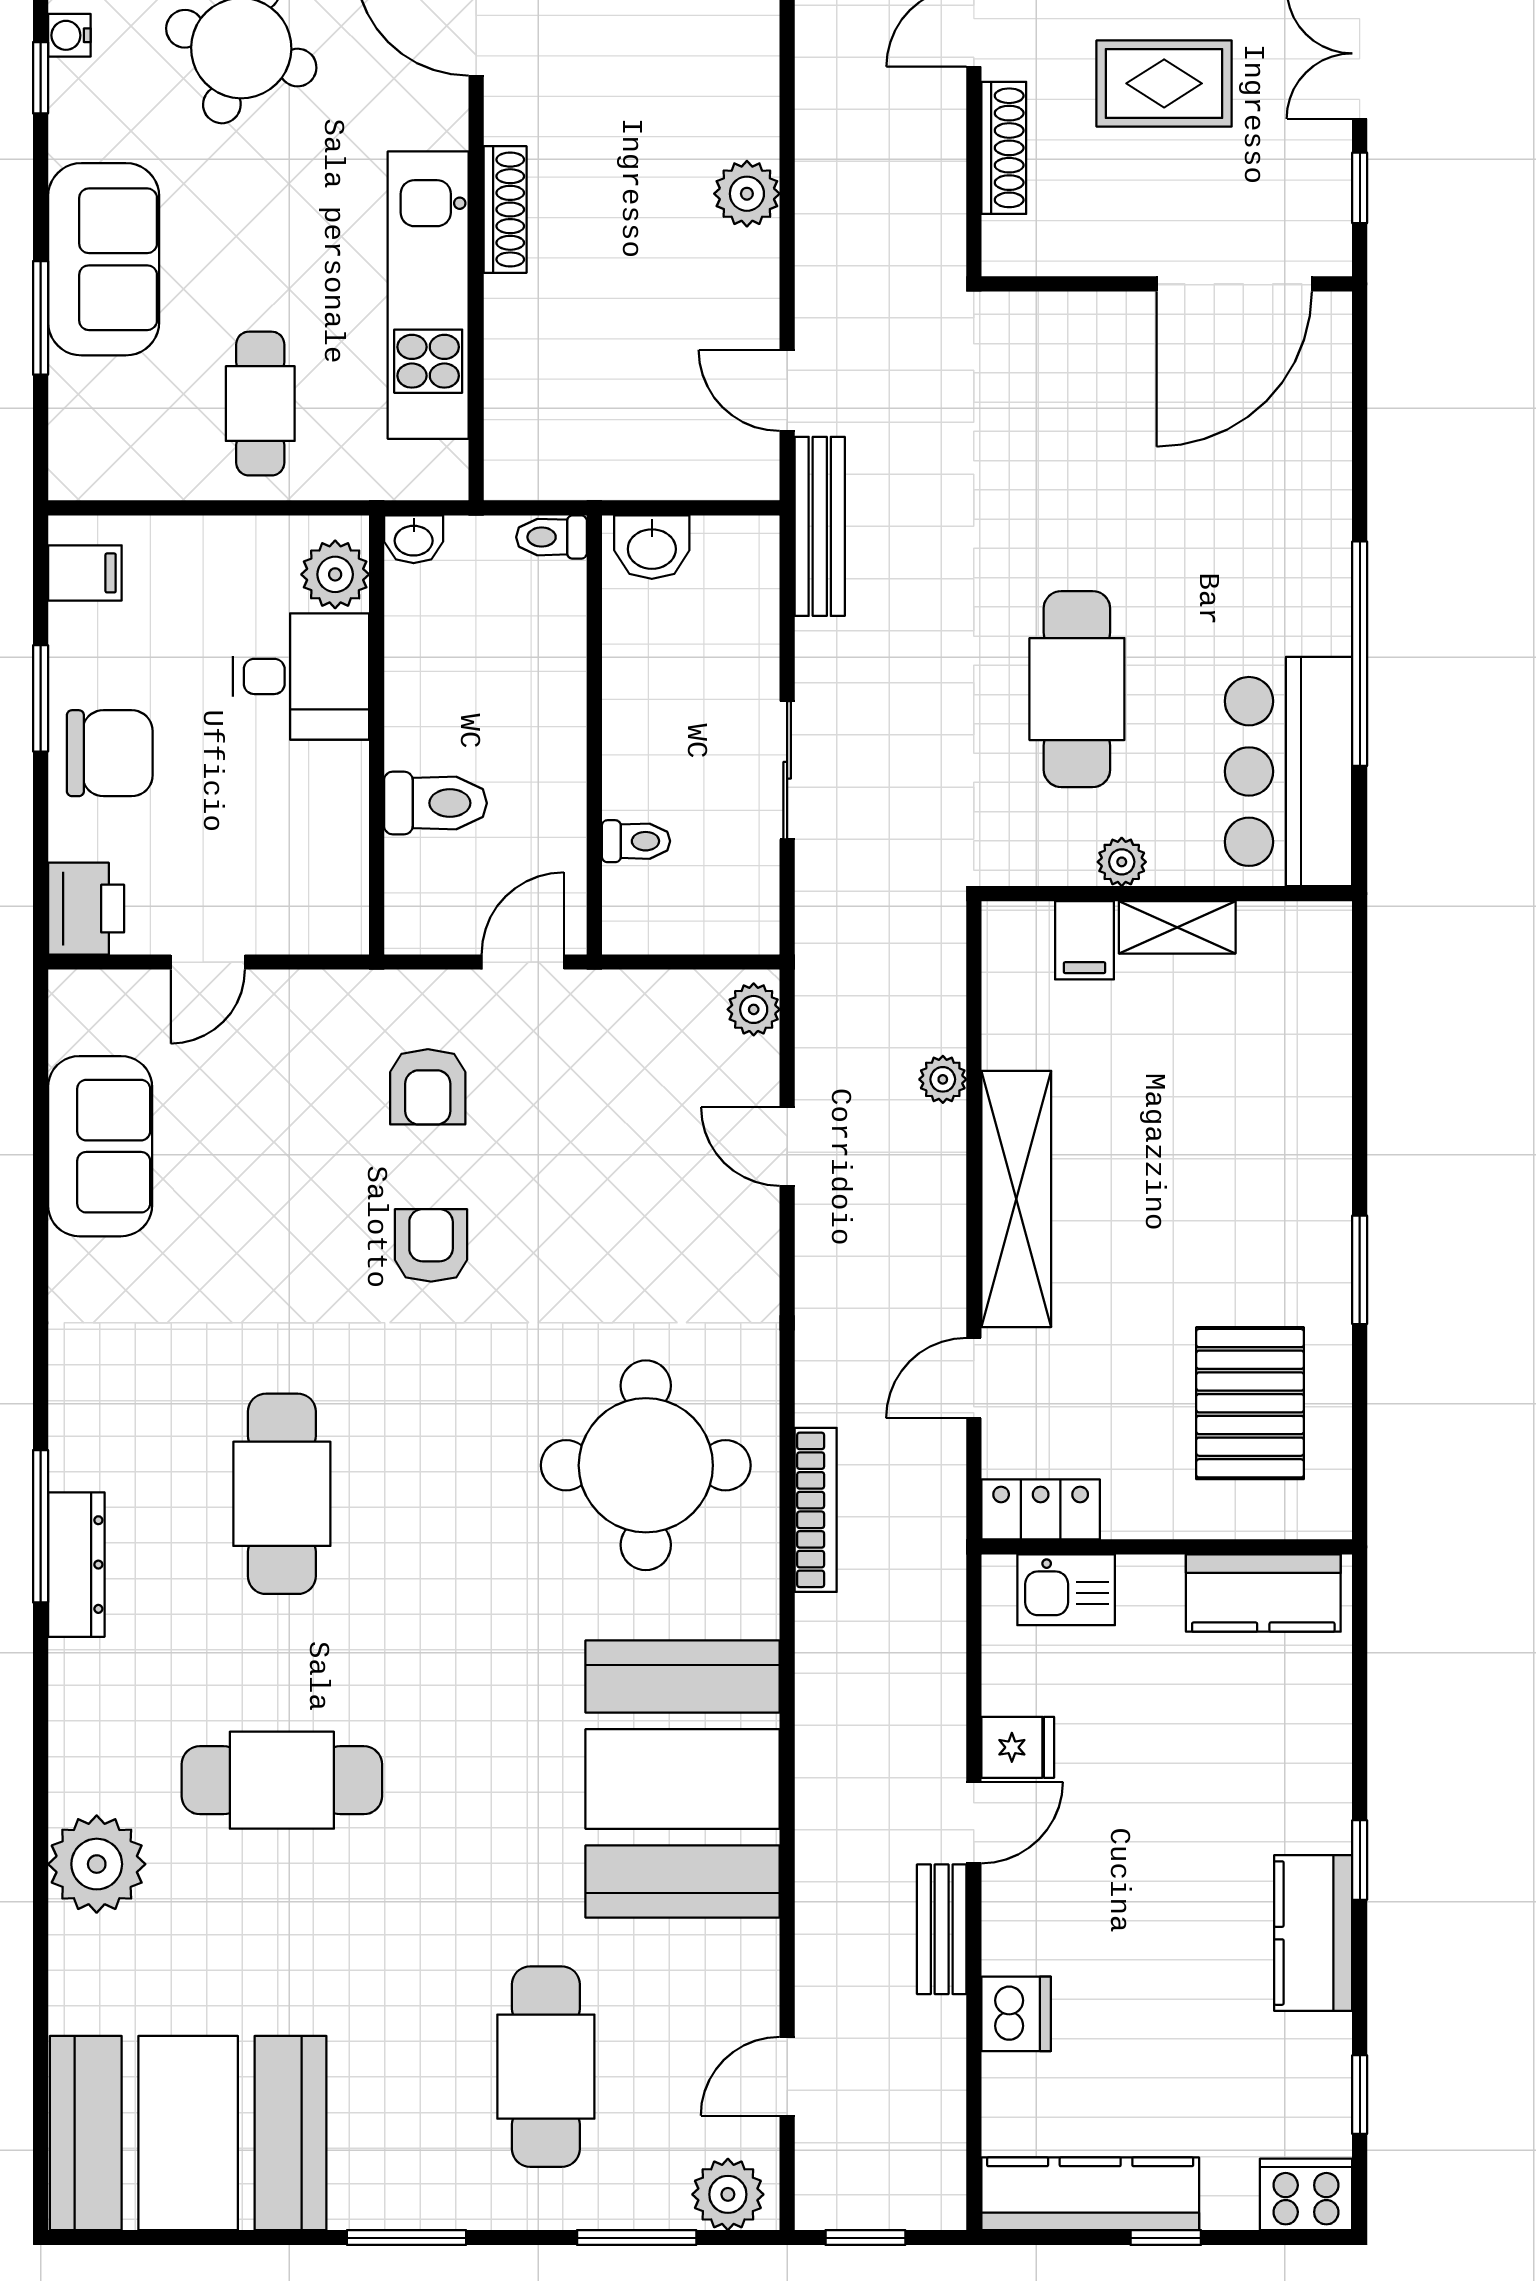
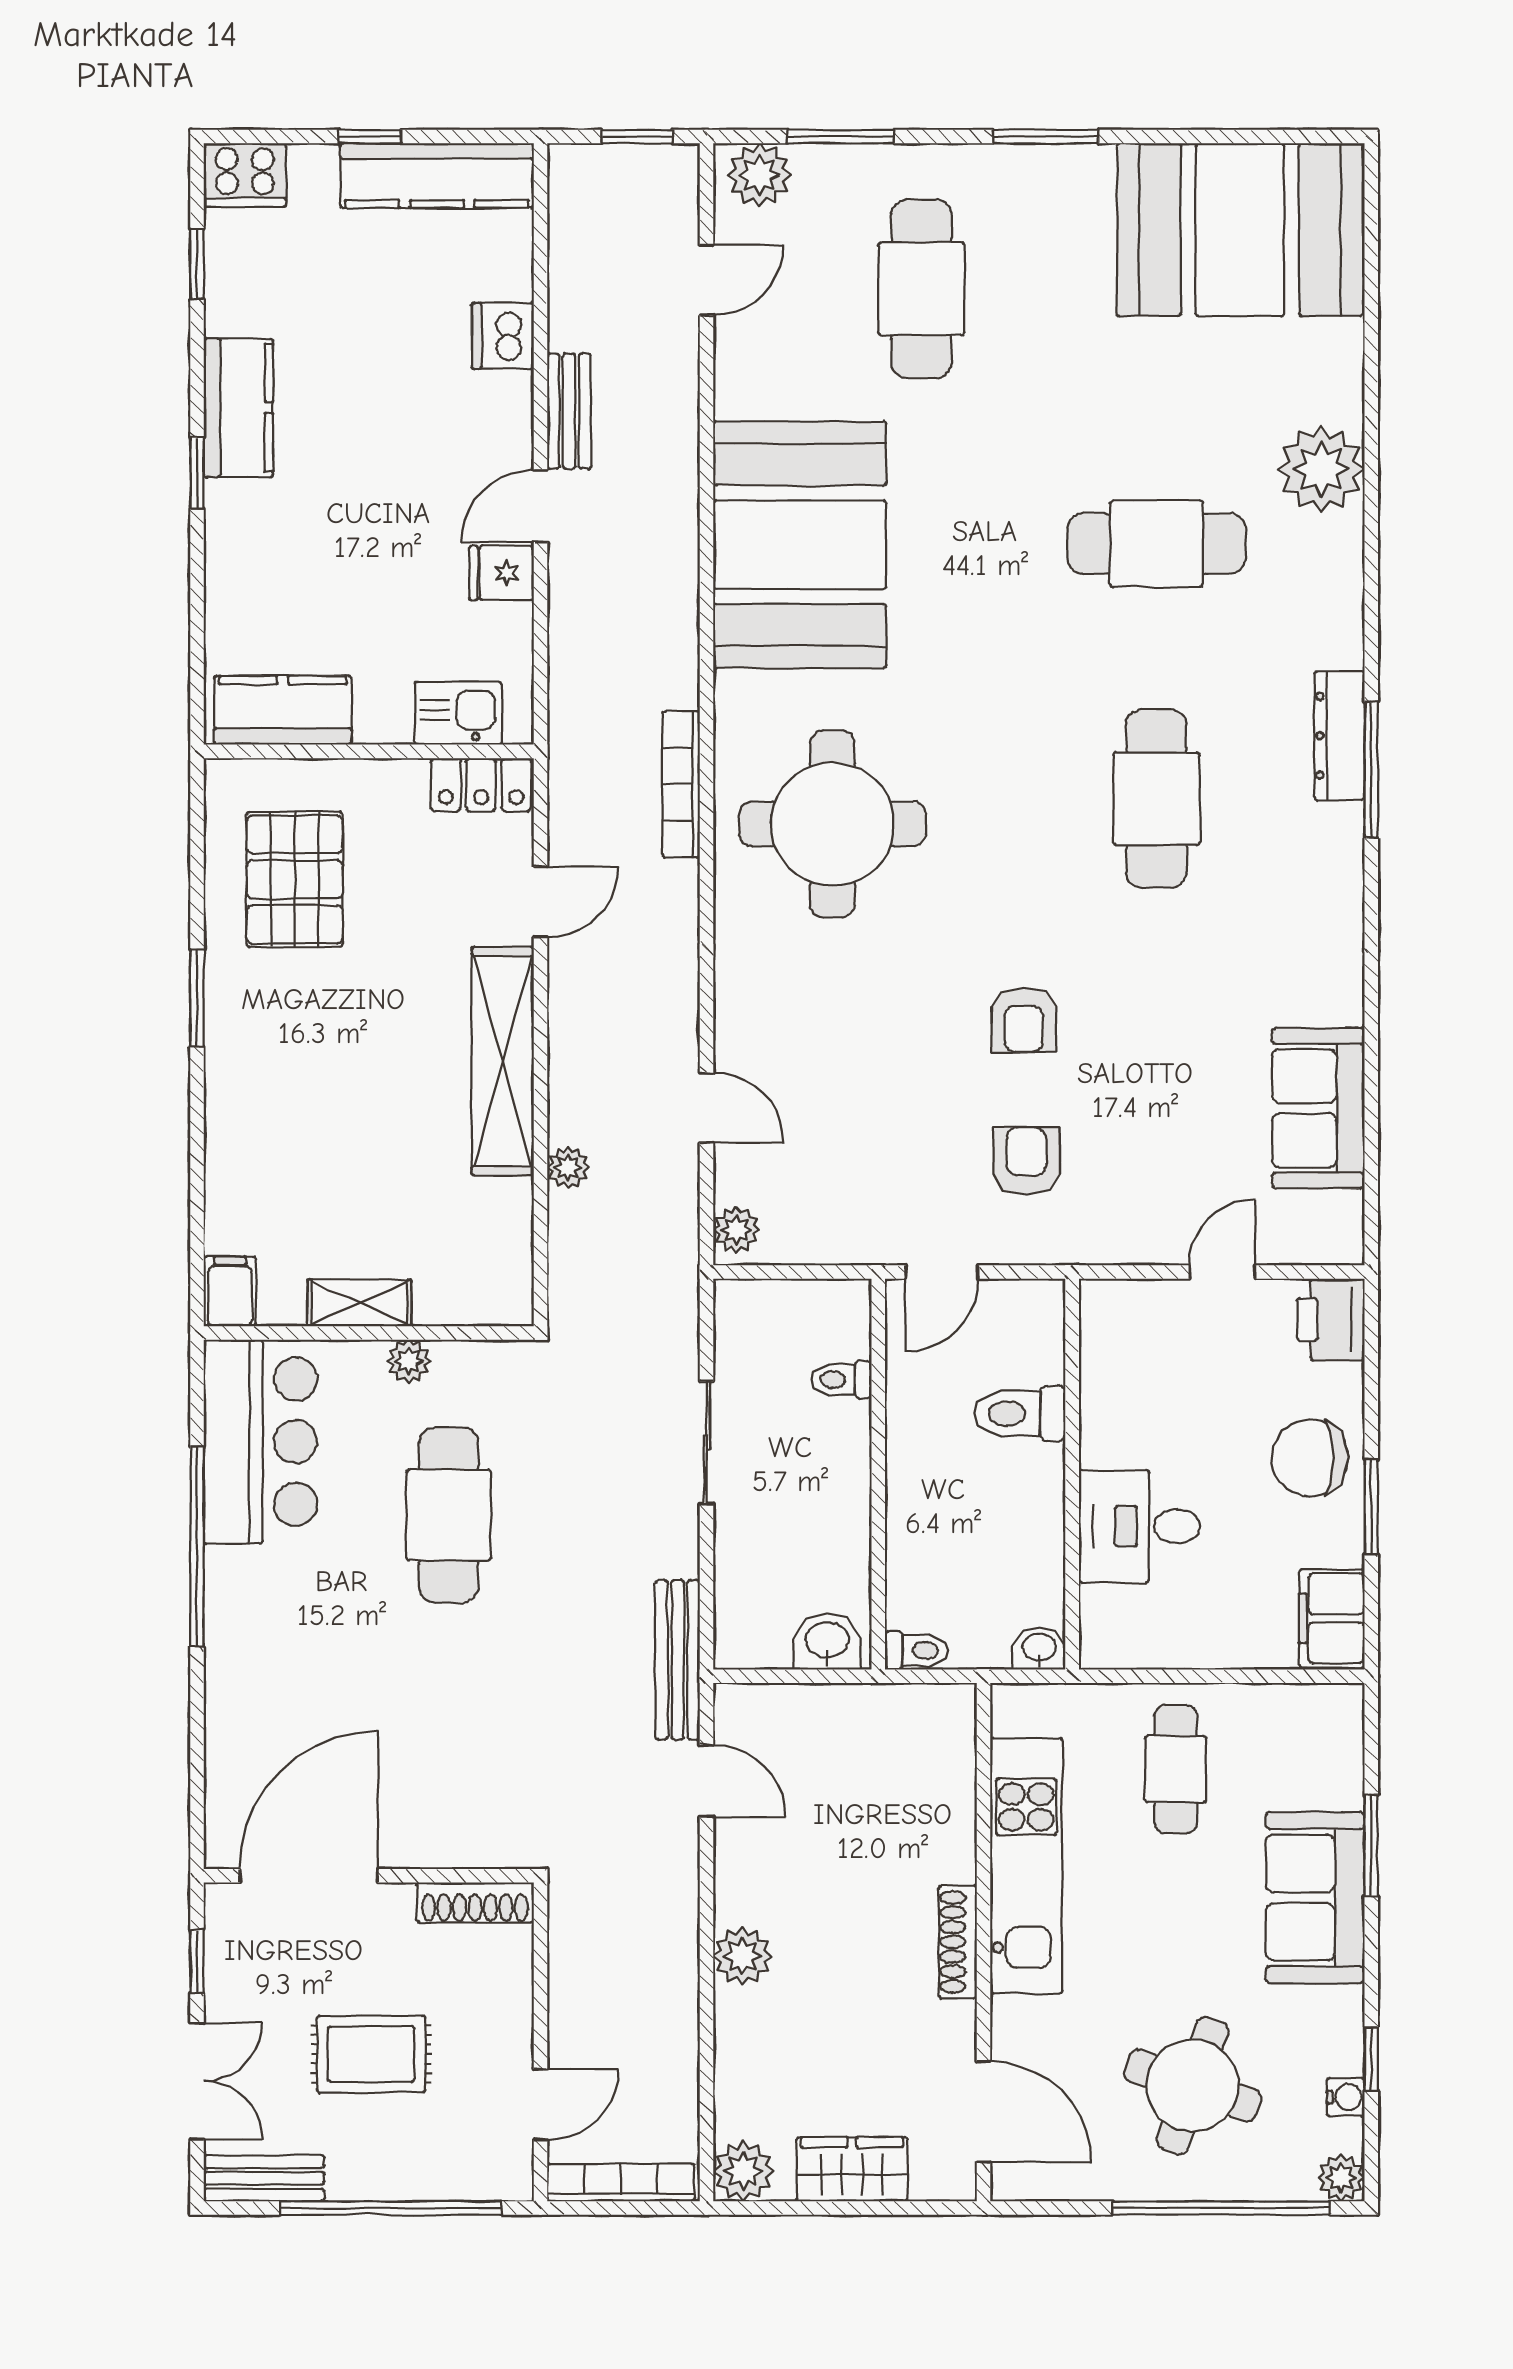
shoe rack: (1004, 148) -> (475, 1902), moved, turned -90
filing cabinet: (85, 573) -> (1332, 1618), width x2.00
plant: (335, 574) -> (1109, 1617), removed
filing cabinet: (1085, 940) -> (230, 1291), moved

